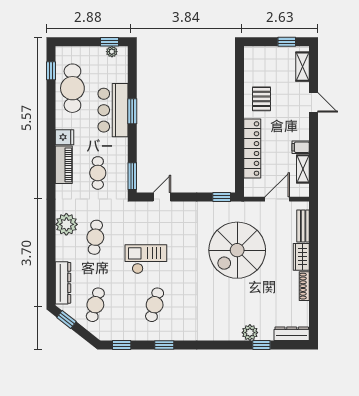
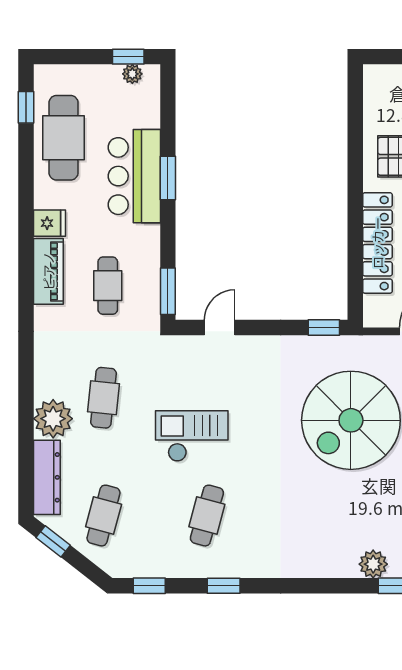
plant: (66, 224) -> (53, 419), moved

